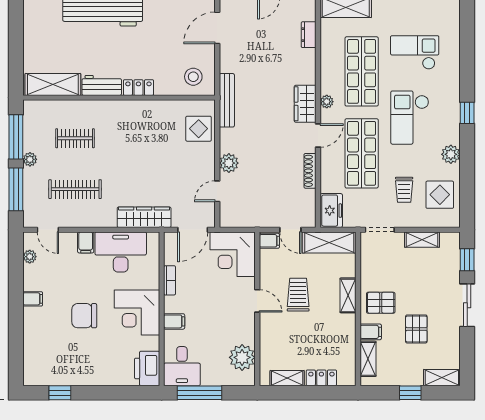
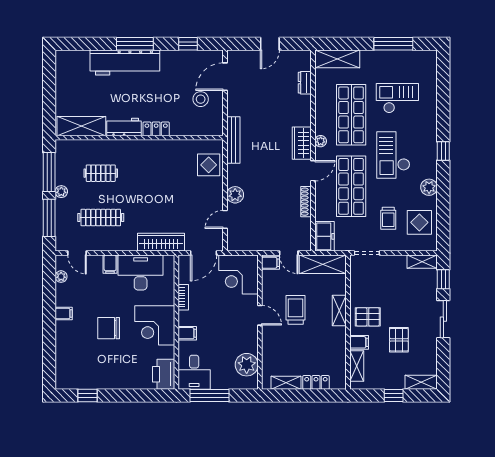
stool: (193, 77) -> (201, 99), moved
shelving: (422, 240) -> (422, 262), moved

